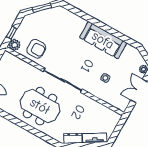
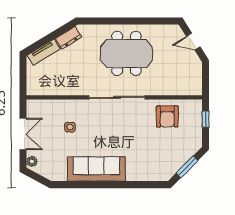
plant: (15, 45) -> (195, 107), removed
armchair: (36, 49) -> (167, 116), turned -90

